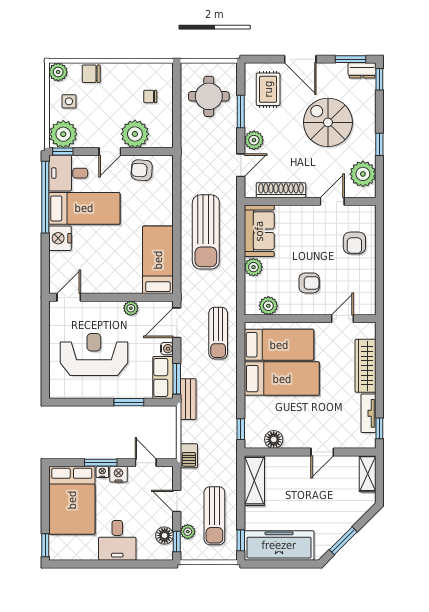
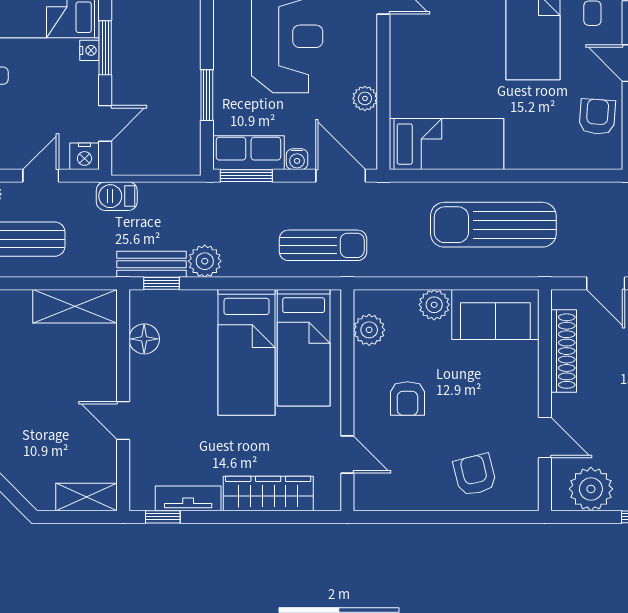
armchair: (354, 243) -> (475, 475), turned 76
sun lounger: (218, 333) -> (323, 245), turned 180
bench: (188, 399) -> (152, 264), moved
plant: (228, 403) -> (205, 261), added
nightstand: (119, 474) -> (85, 156), moved, turned 90

